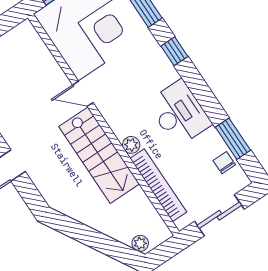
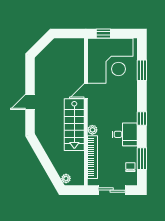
window: (174, 51) -> (142, 118), moved
door: (83, 94) -> (86, 91), hinge flipped
desk: (179, 113) -> (125, 134), width x0.73

